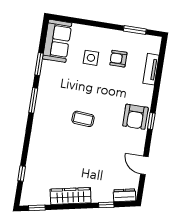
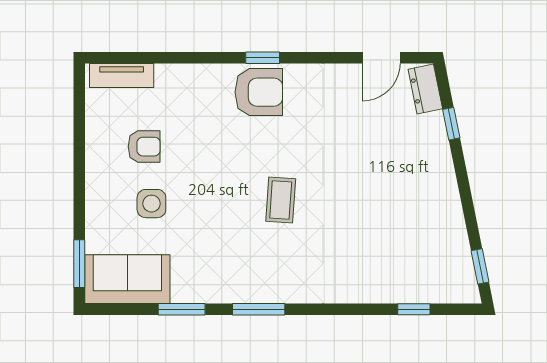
window: (135, 30) -> (79, 264), moved
armchair: (118, 59) -> (144, 147), turned -90
tv unit: (151, 69) -> (122, 76), moved
door: (144, 165) -> (381, 58), moved
wardrobe: (71, 196) -> (444, 201), removed

